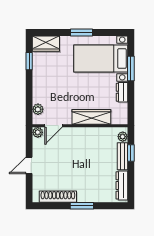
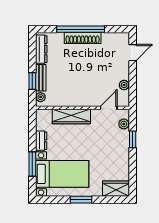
window: (29, 61) -> (133, 139), moved
plant: (38, 132) -> (124, 85), moved
door: (29, 165) -> (133, 53), moved
shoe rack: (58, 197) -> (83, 38), moved
window: (82, 206) -> (81, 29), width x2.11

